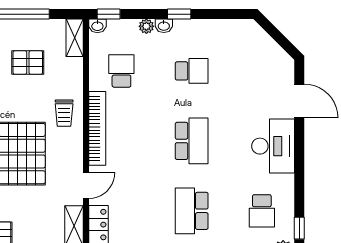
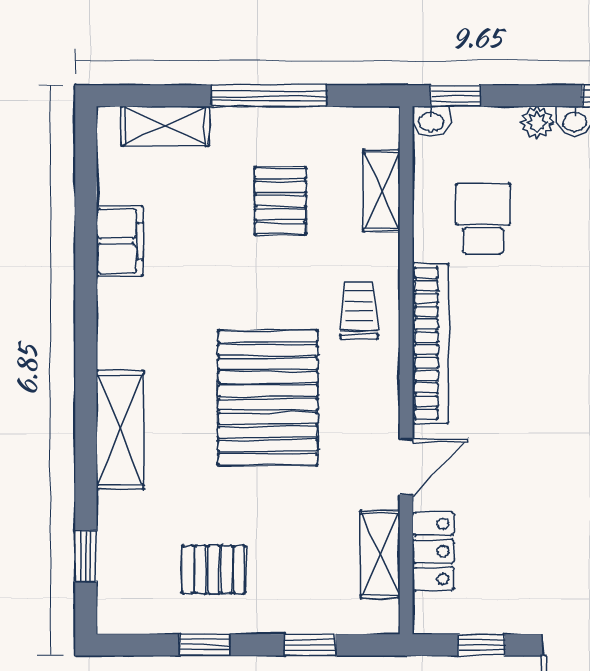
shelving: (75, 38) -> (382, 191), moved
pallet: (28, 63) -> (280, 201), turned 90
trolley: (64, 113) -> (359, 310), turned 180

